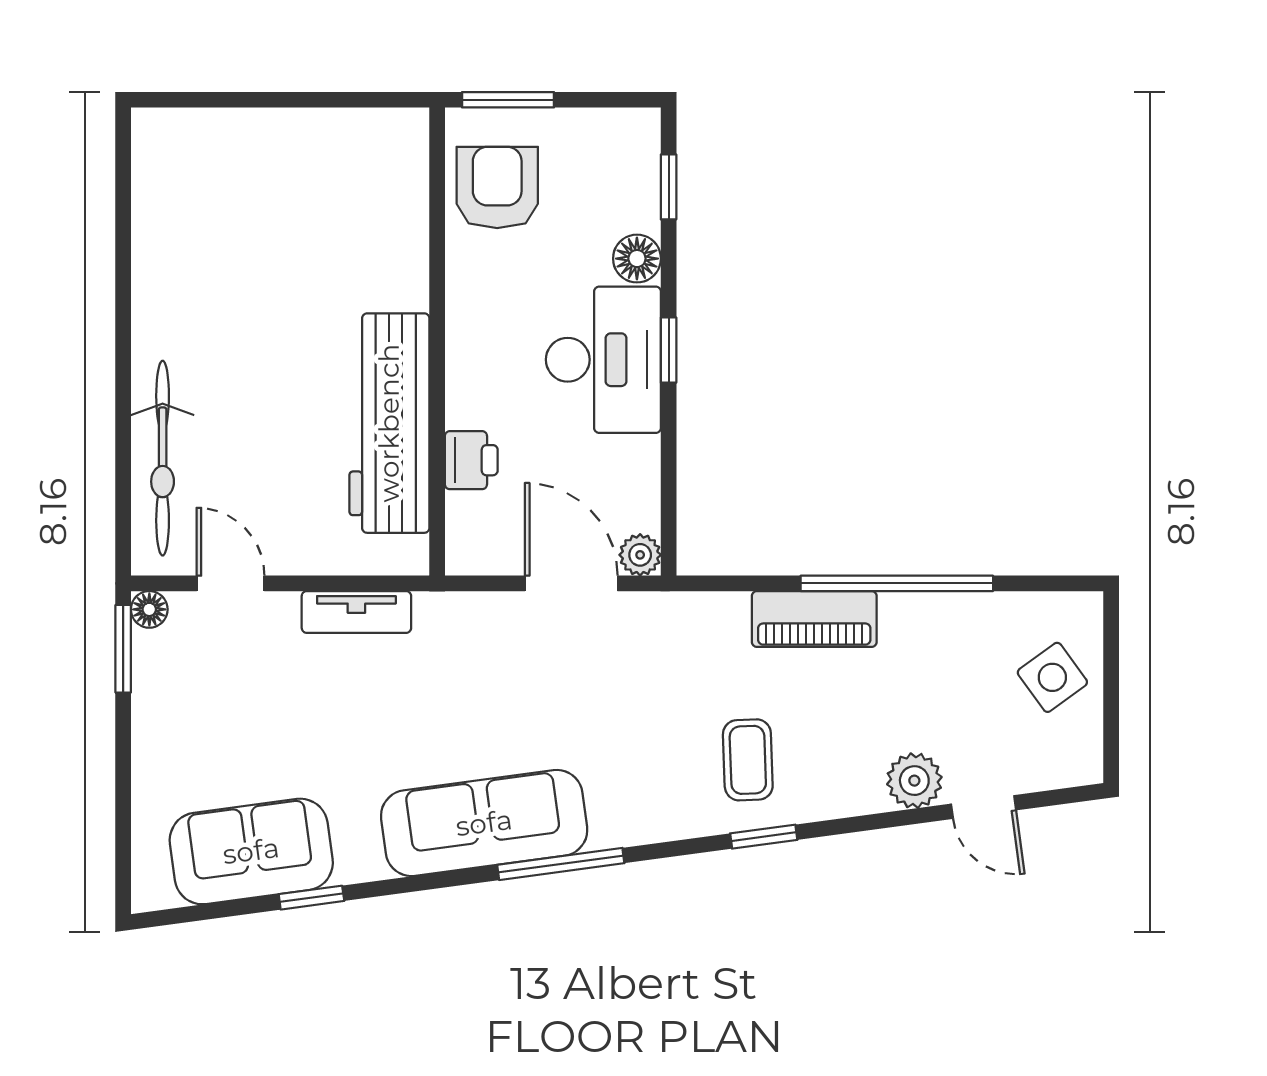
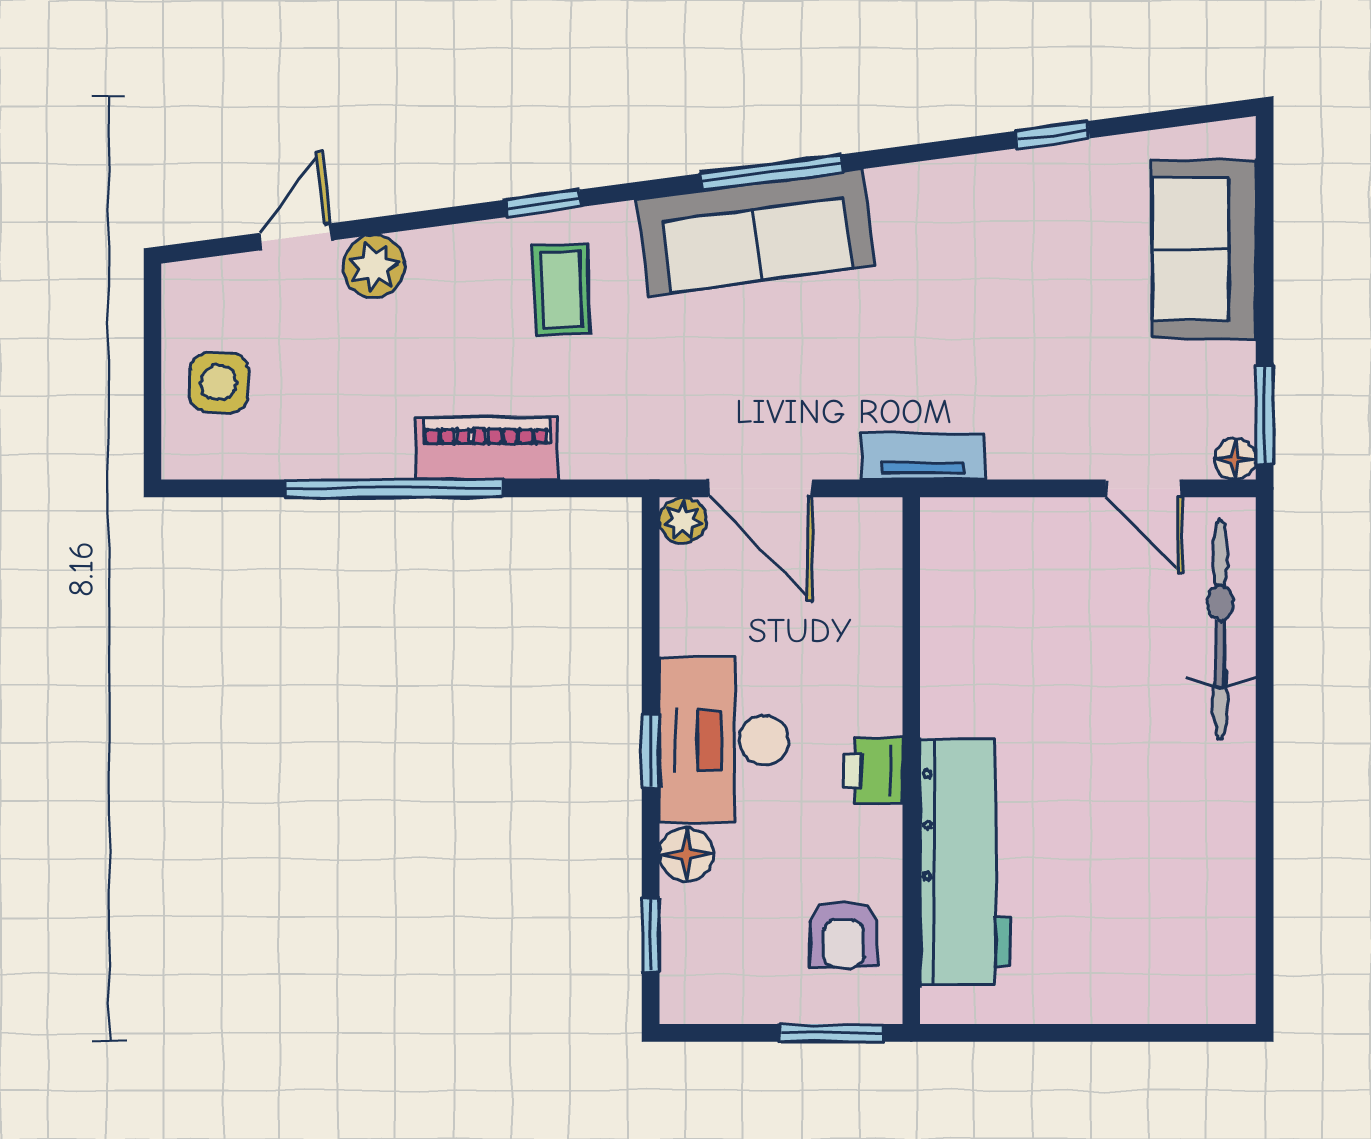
armchair: (497, 188) -> (844, 934), width x0.72, depth x0.72
workbench: (389, 423) -> (965, 862), moved
printer: (471, 460) -> (873, 770), moved
tv unit: (356, 612) -> (923, 456), moved
side table: (1052, 677) -> (219, 383), turned 36
door: (984, 807) -> (296, 237), hinge flipped
sofa: (484, 823) -> (756, 232), moved
sofa: (251, 851) -> (1204, 249), moved, turned 98

